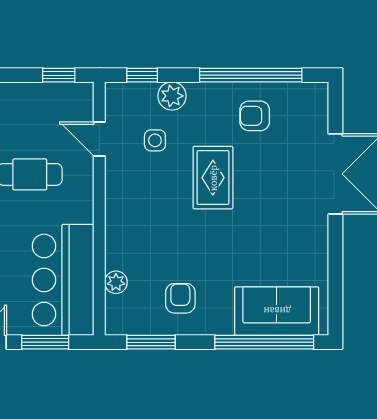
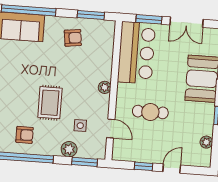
window: (59, 75) -> (144, 166), moved
window: (142, 75) -> (85, 162), width x1.50
plant: (116, 282) -> (105, 87), moved
armchair: (180, 298) -> (73, 38), turned -97

